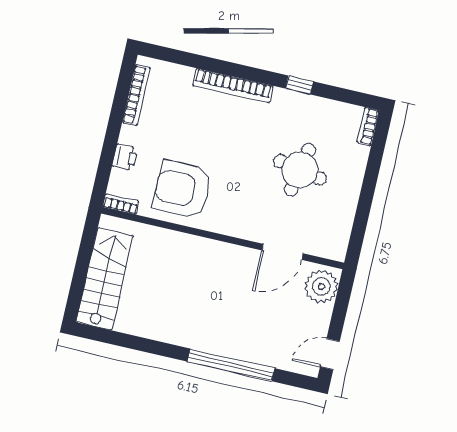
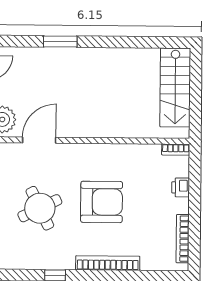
round table: (300, 170) -> (40, 208), turned -37
armchair: (182, 190) -> (102, 202), moved
window: (231, 365) -> (60, 42), width x0.47

